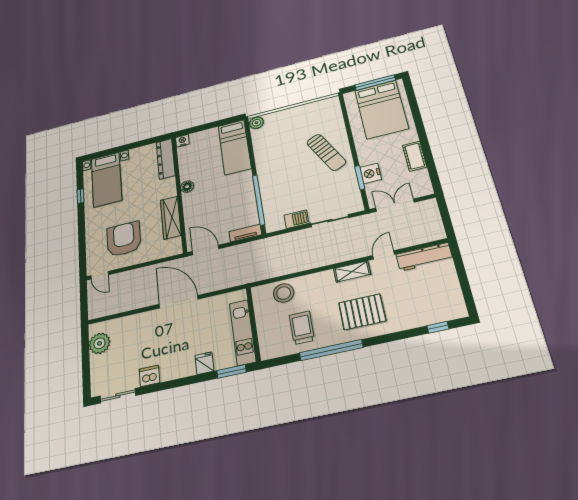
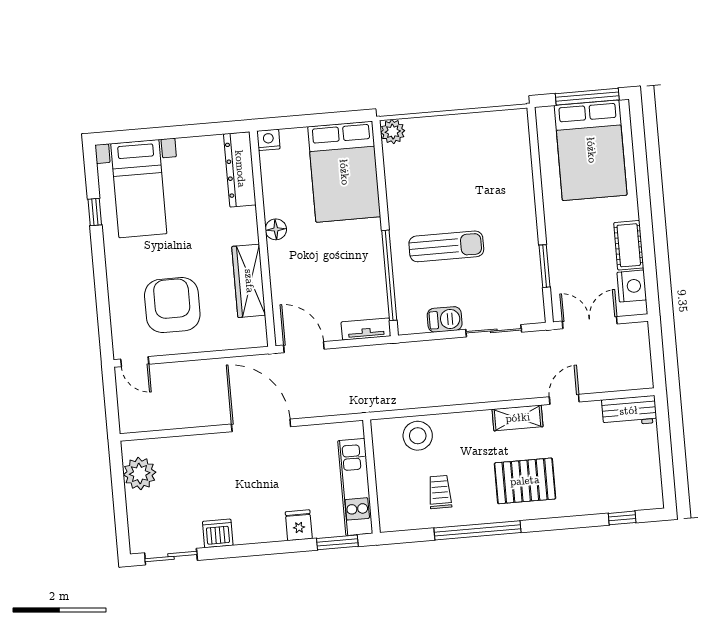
bed: (235, 147) -> (344, 172), width x1.50
sun lounger: (326, 152) -> (446, 246), moved, turned -63
nightstand: (371, 173) -> (632, 286), moved, turned 180
workbench: (424, 257) -> (629, 411), width x0.73
trolley: (302, 328) -> (440, 492), width x0.73, depth x0.72

